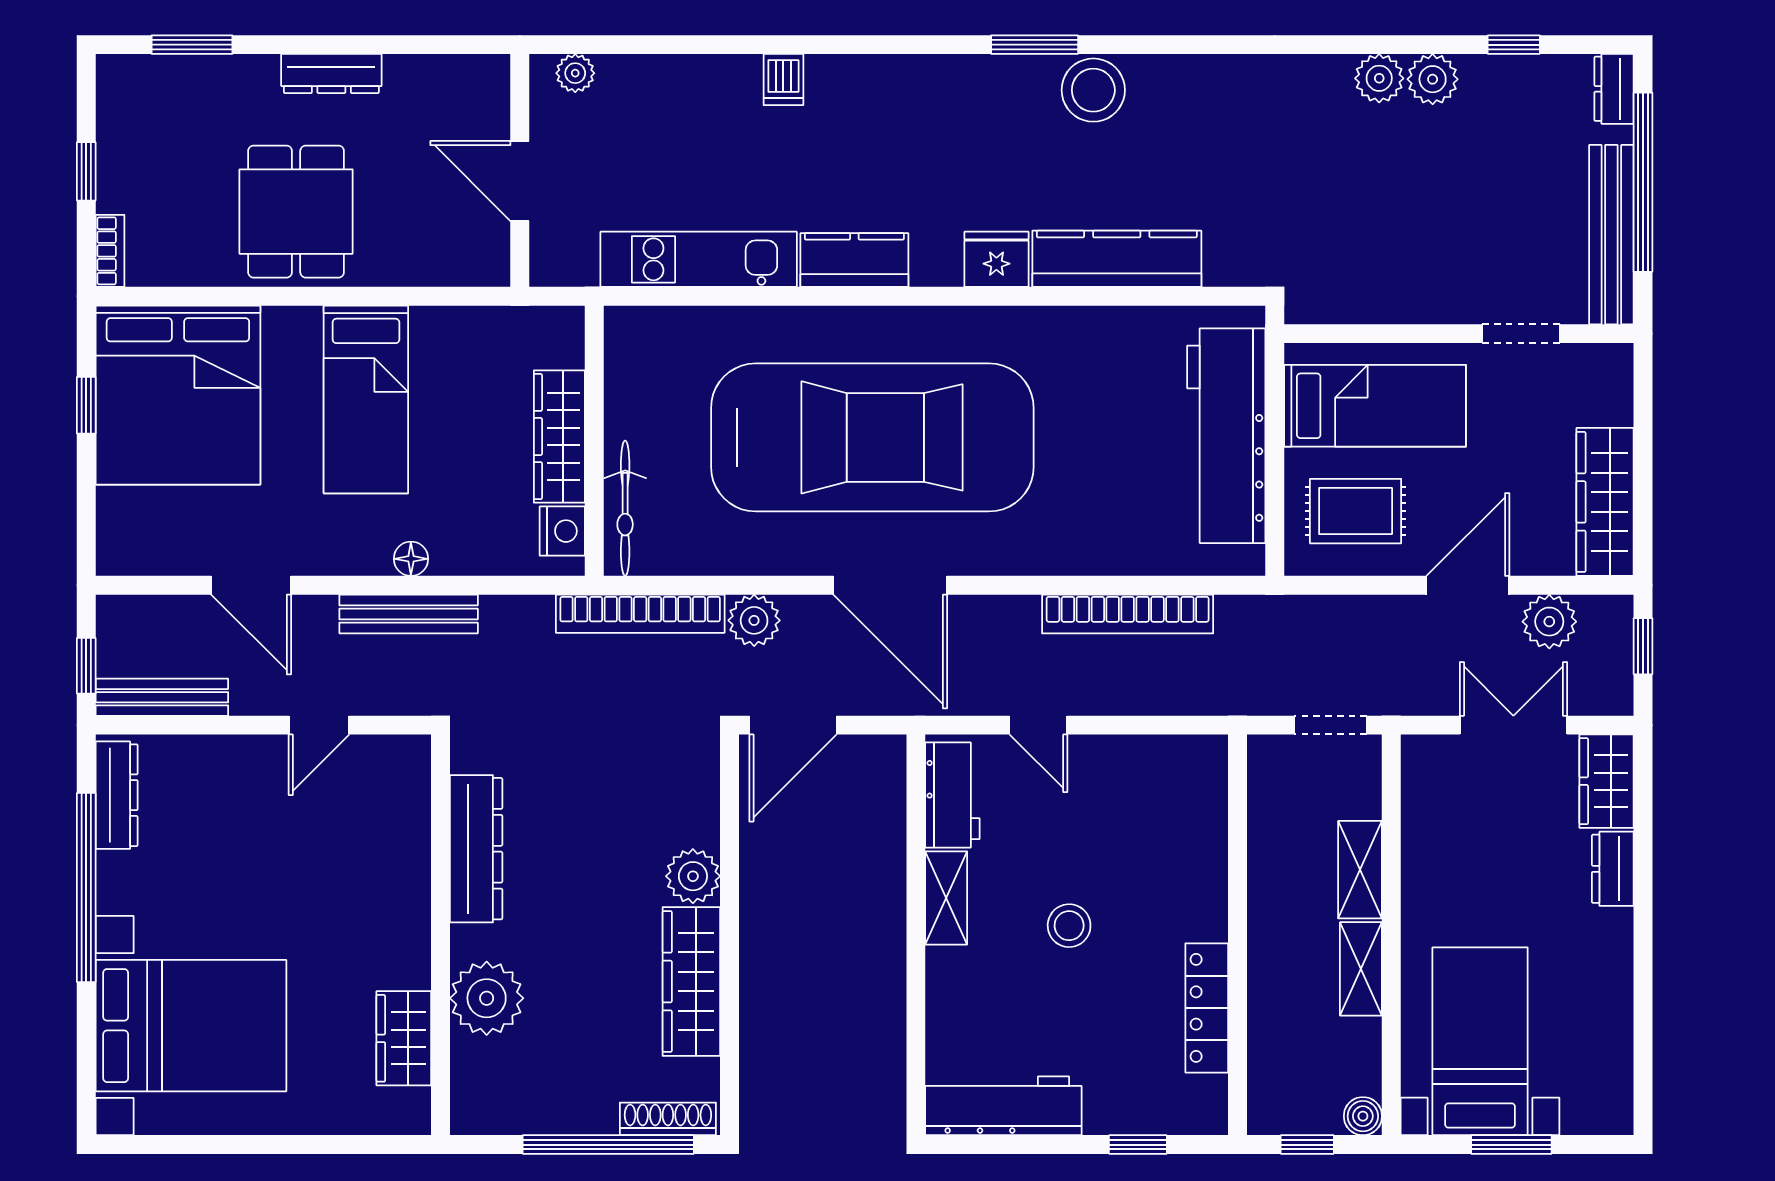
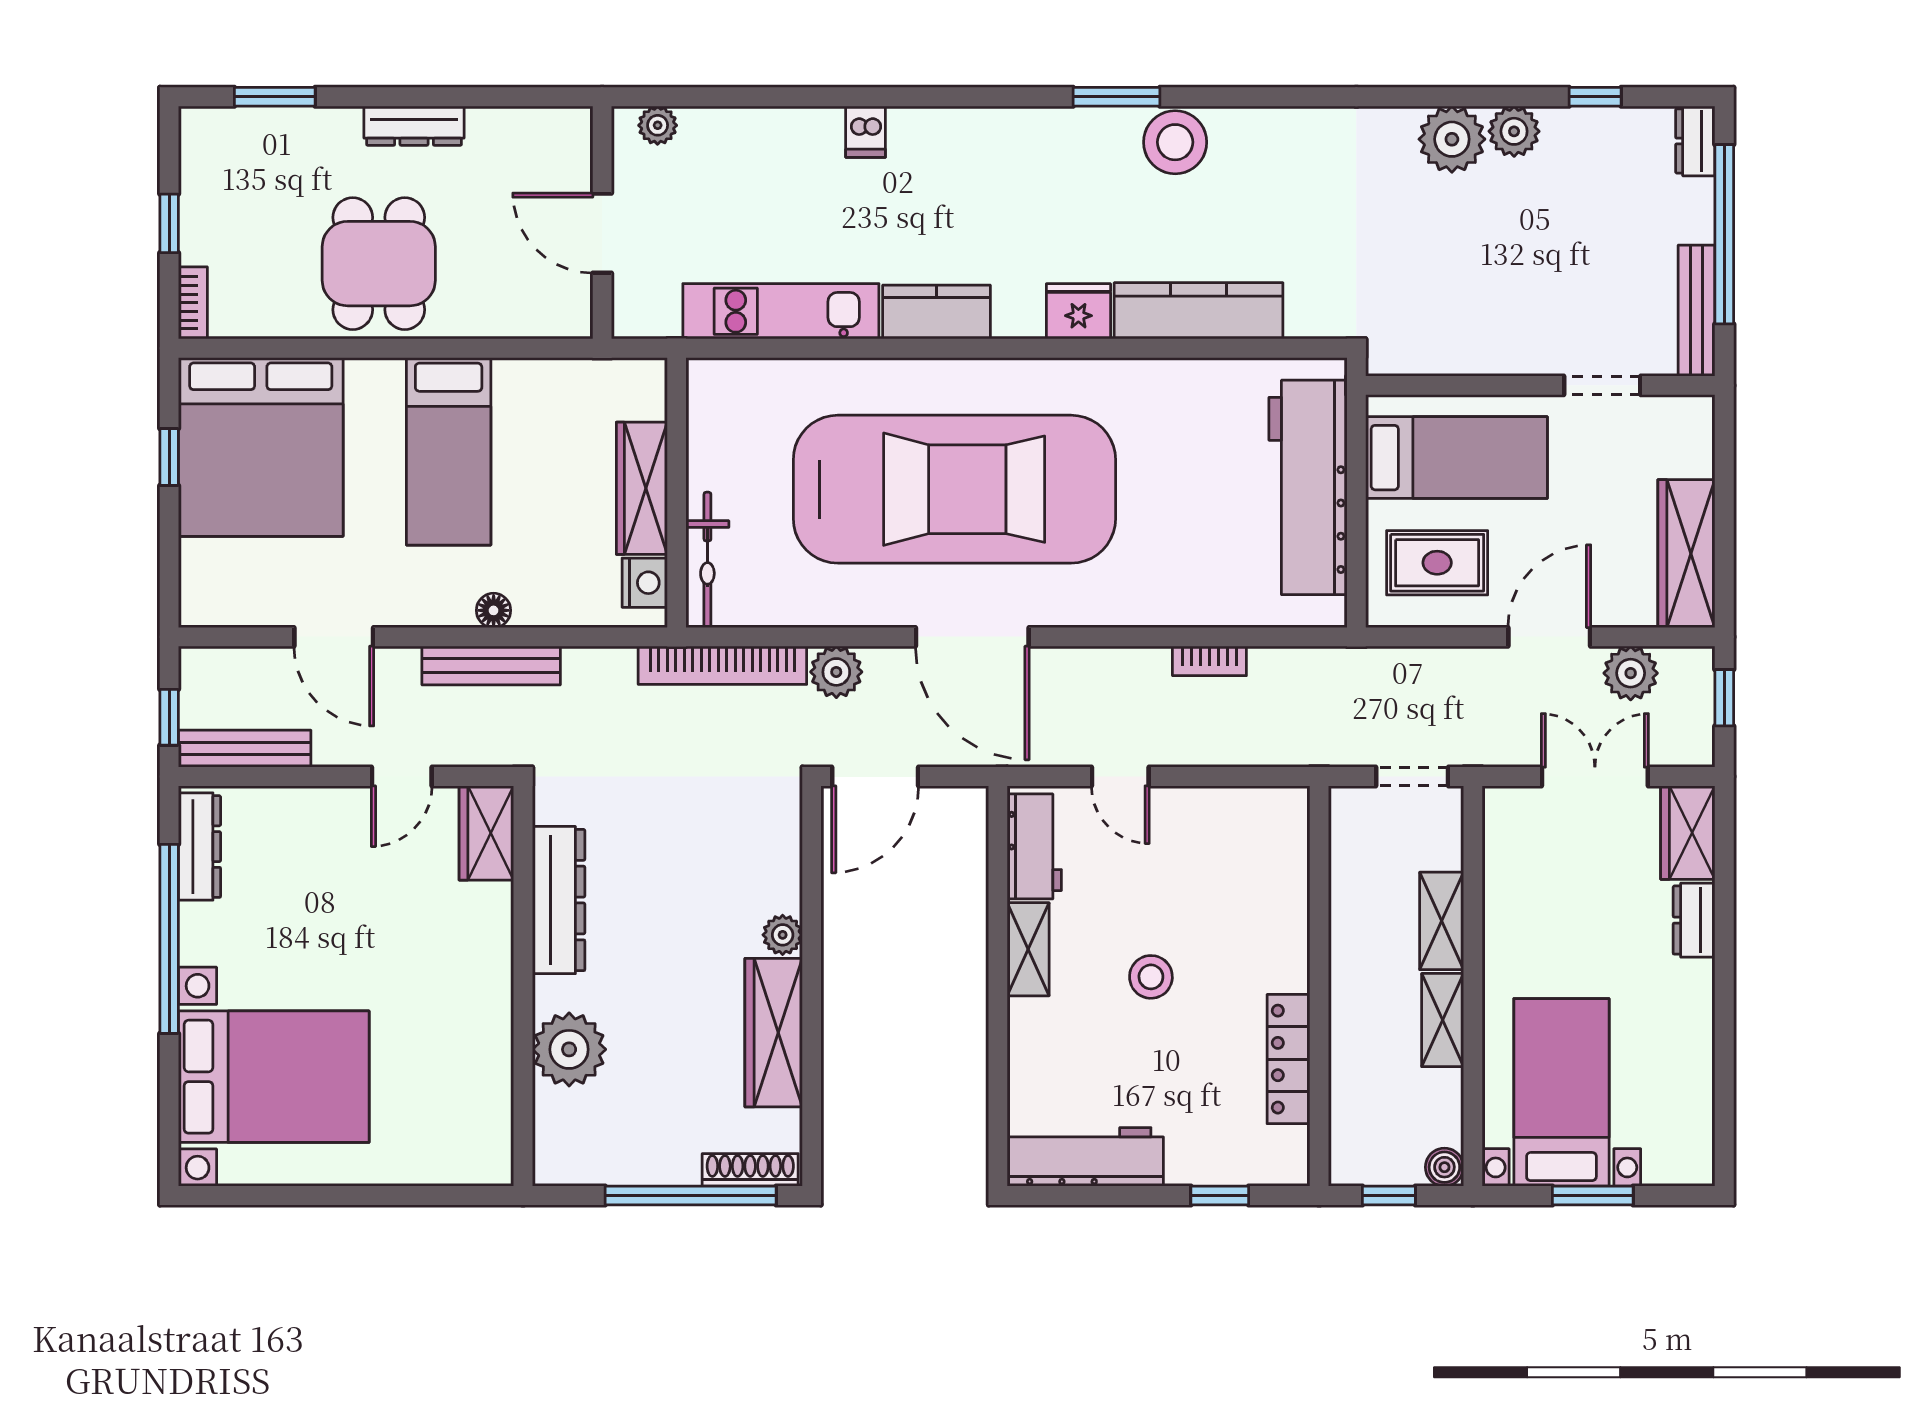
plant: (1379, 78) -> (1452, 139), width x1.36, depth x1.36
bench: (1611, 235) -> (1697, 311), width x0.73, depth x0.82
bookcase: (1128, 614) -> (1209, 661), width x0.43, depth x0.76
plant: (693, 876) -> (783, 935), width x0.73, depth x0.73
wardrobe: (404, 1038) -> (486, 833), moved

